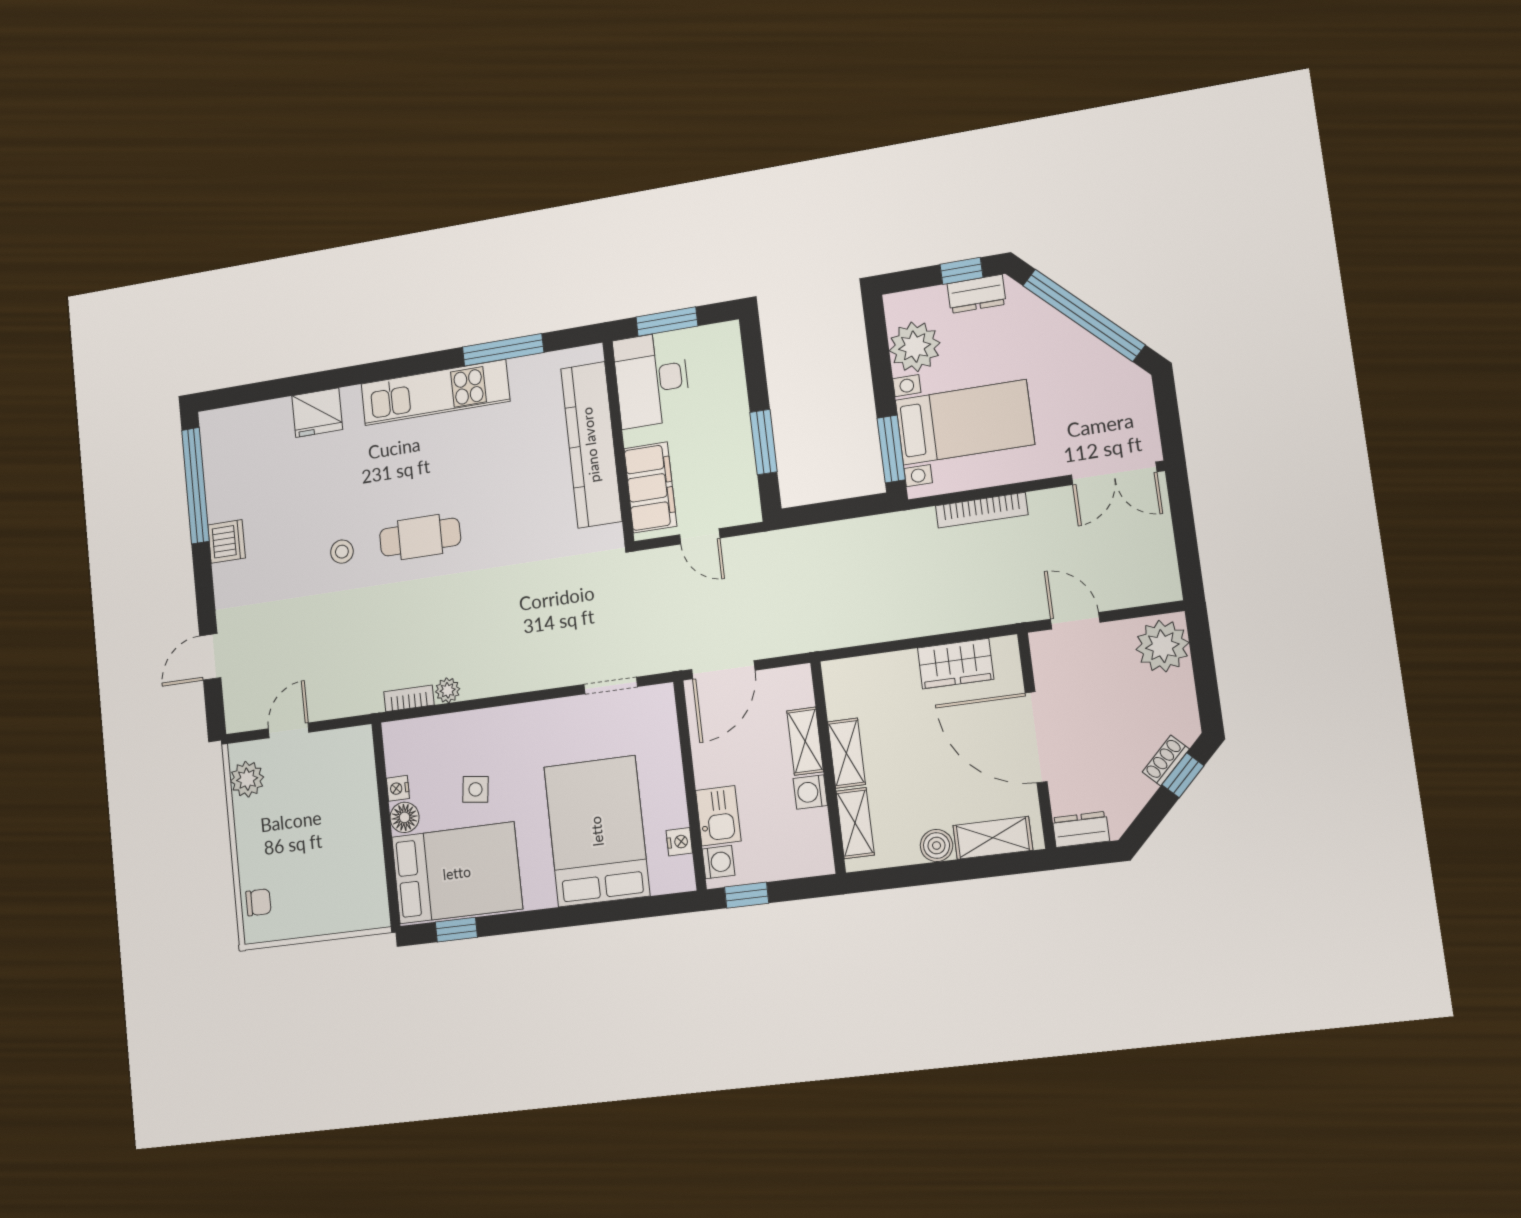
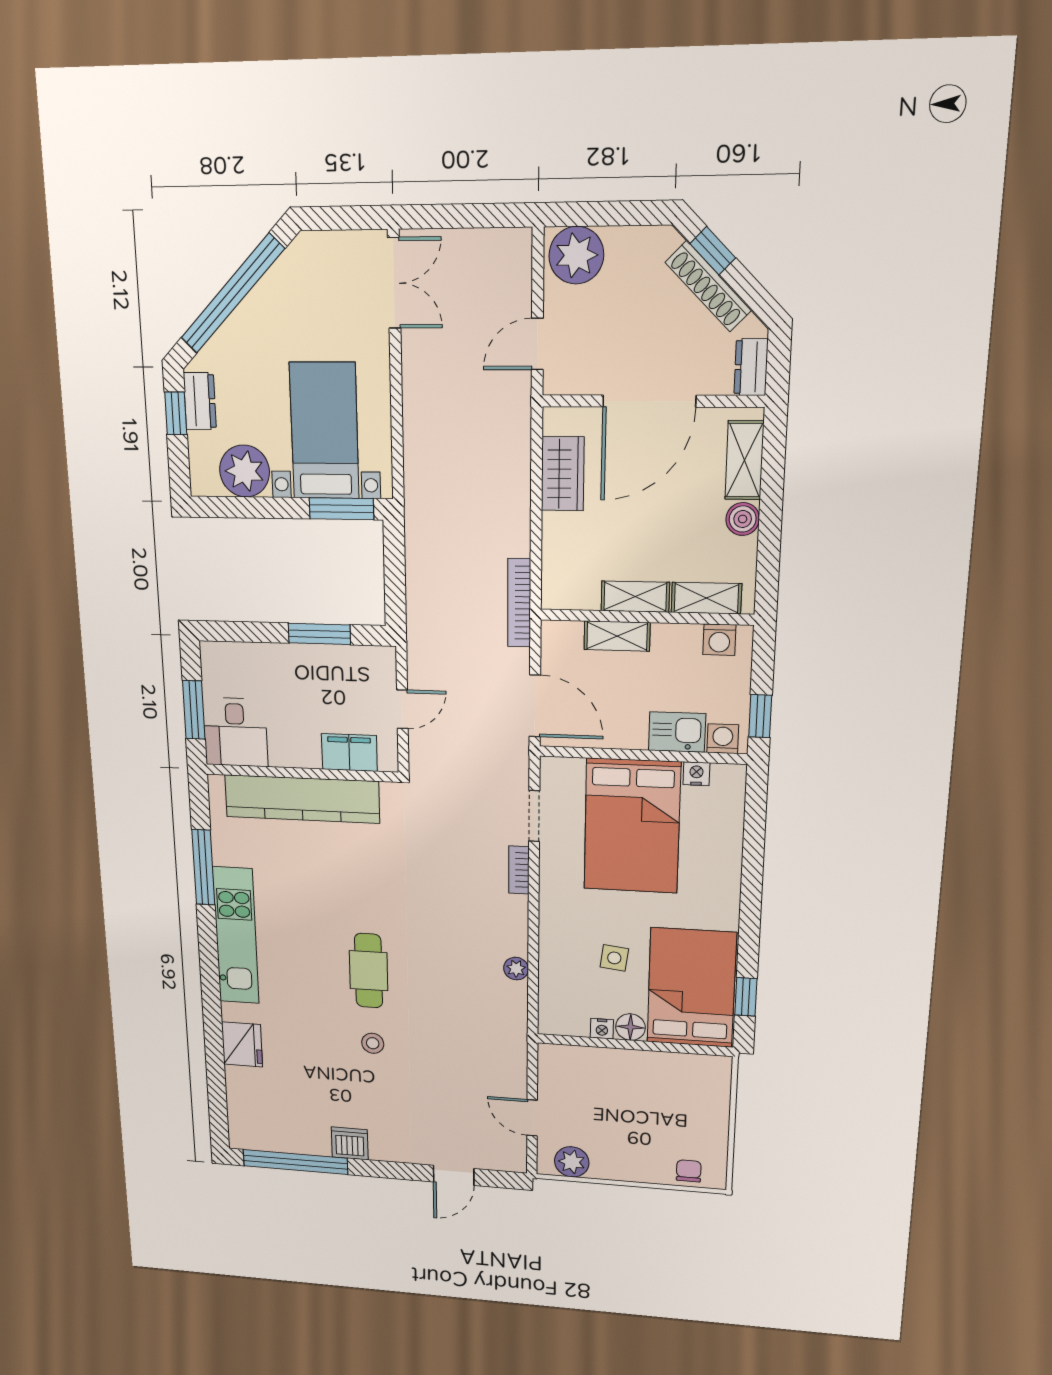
desk: (652, 379) -> (235, 732), width x0.73
filing cabinet: (650, 487) -> (349, 753), width x0.67, depth x0.86
bookcase: (982, 510) -> (519, 603), moved, turned 180
door: (210, 657) -> (454, 1175), hinge flipped
bookcase: (409, 698) -> (519, 870), moved
shoe rack: (1166, 761) -> (708, 286), width x1.94, depth x1.24
washing machine: (810, 792) -> (719, 640), moved
bed: (597, 831) -> (632, 826), moved, turned -90

